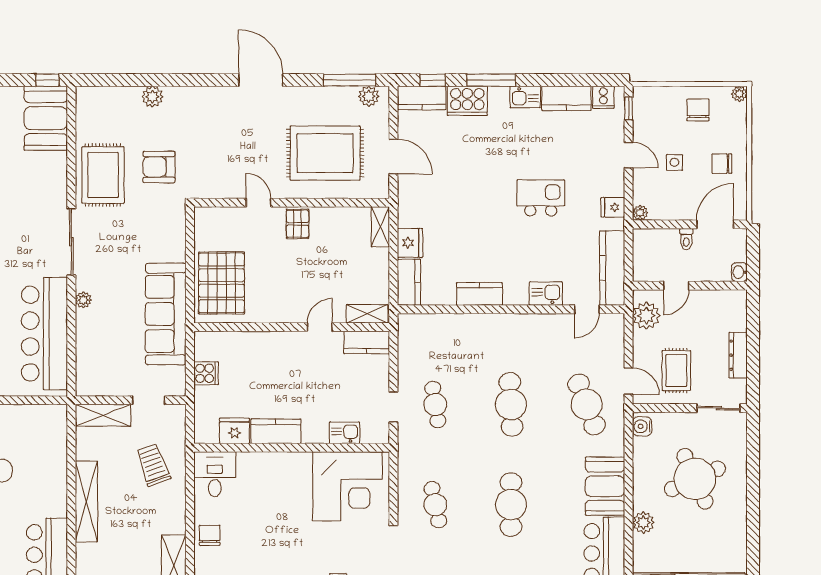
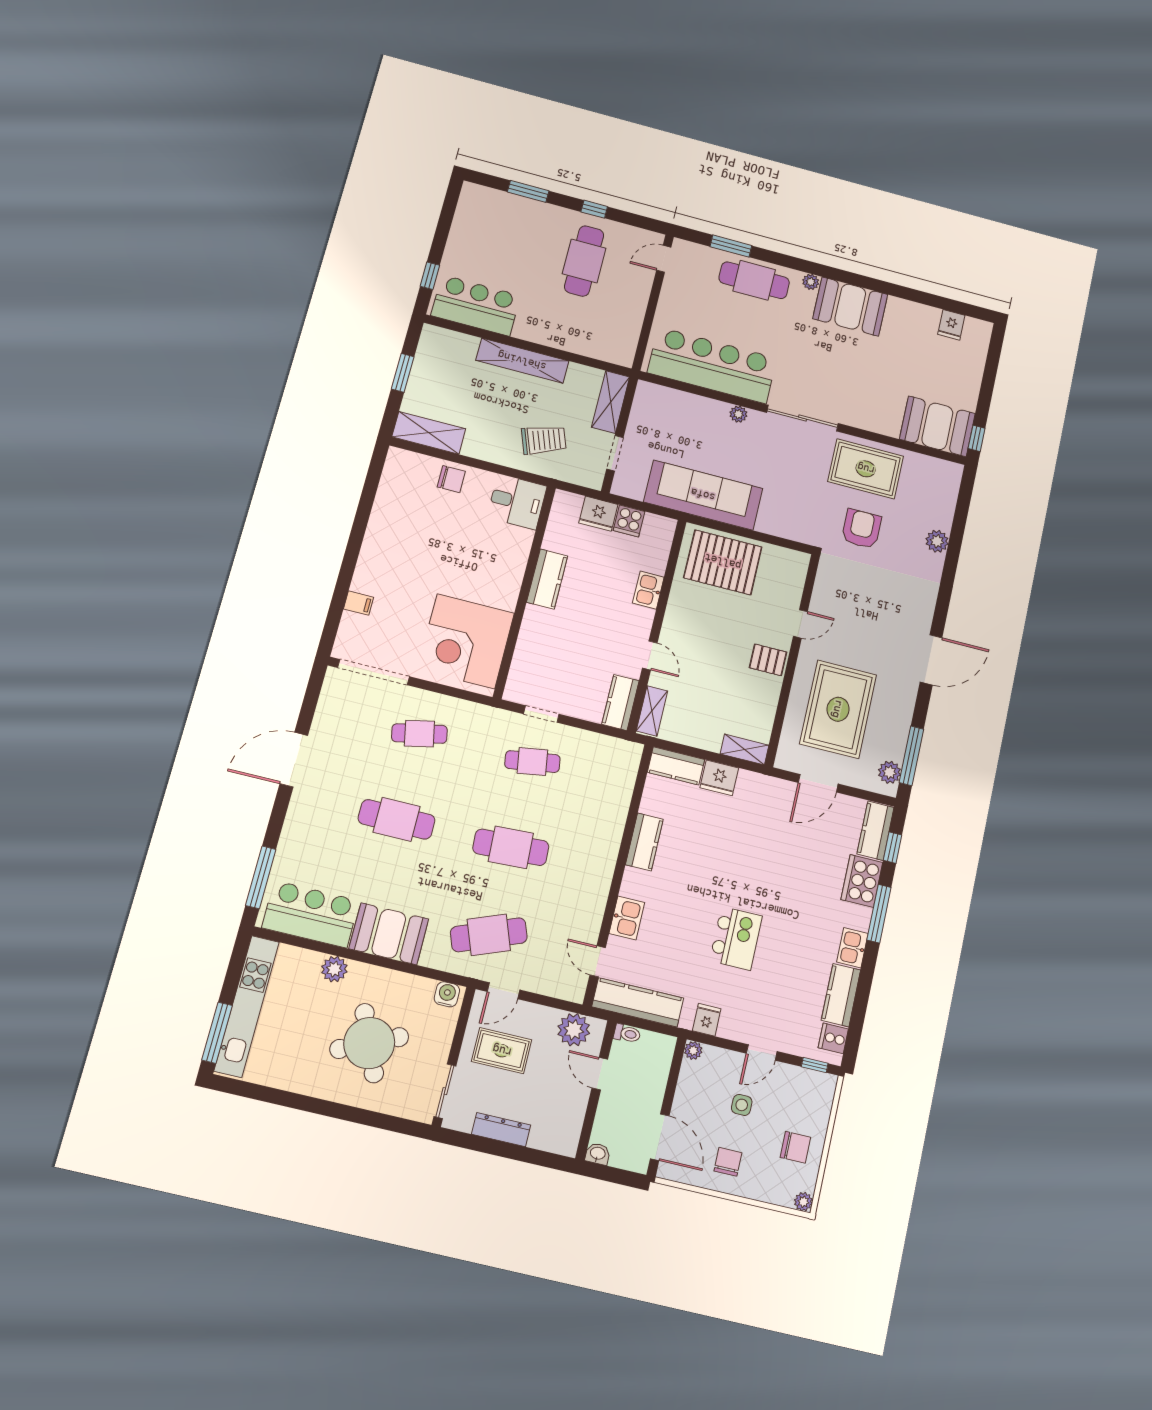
toilet: (686, 239) -> (627, 1034), moved, turned 180
fridge: (234, 431) -> (598, 514), moved, turned 90
kitchen sink: (345, 433) -> (648, 590), moved, turned 180

